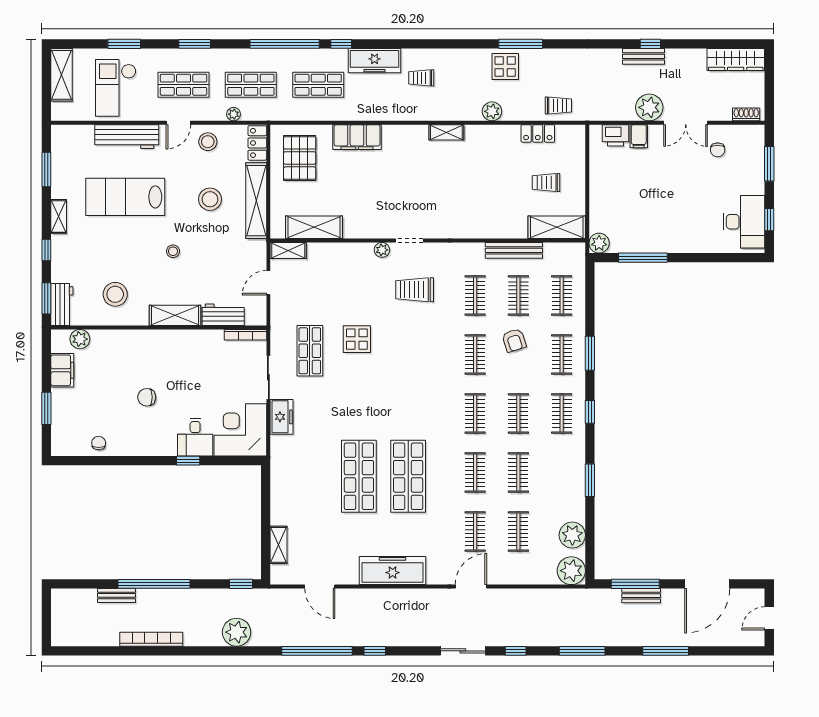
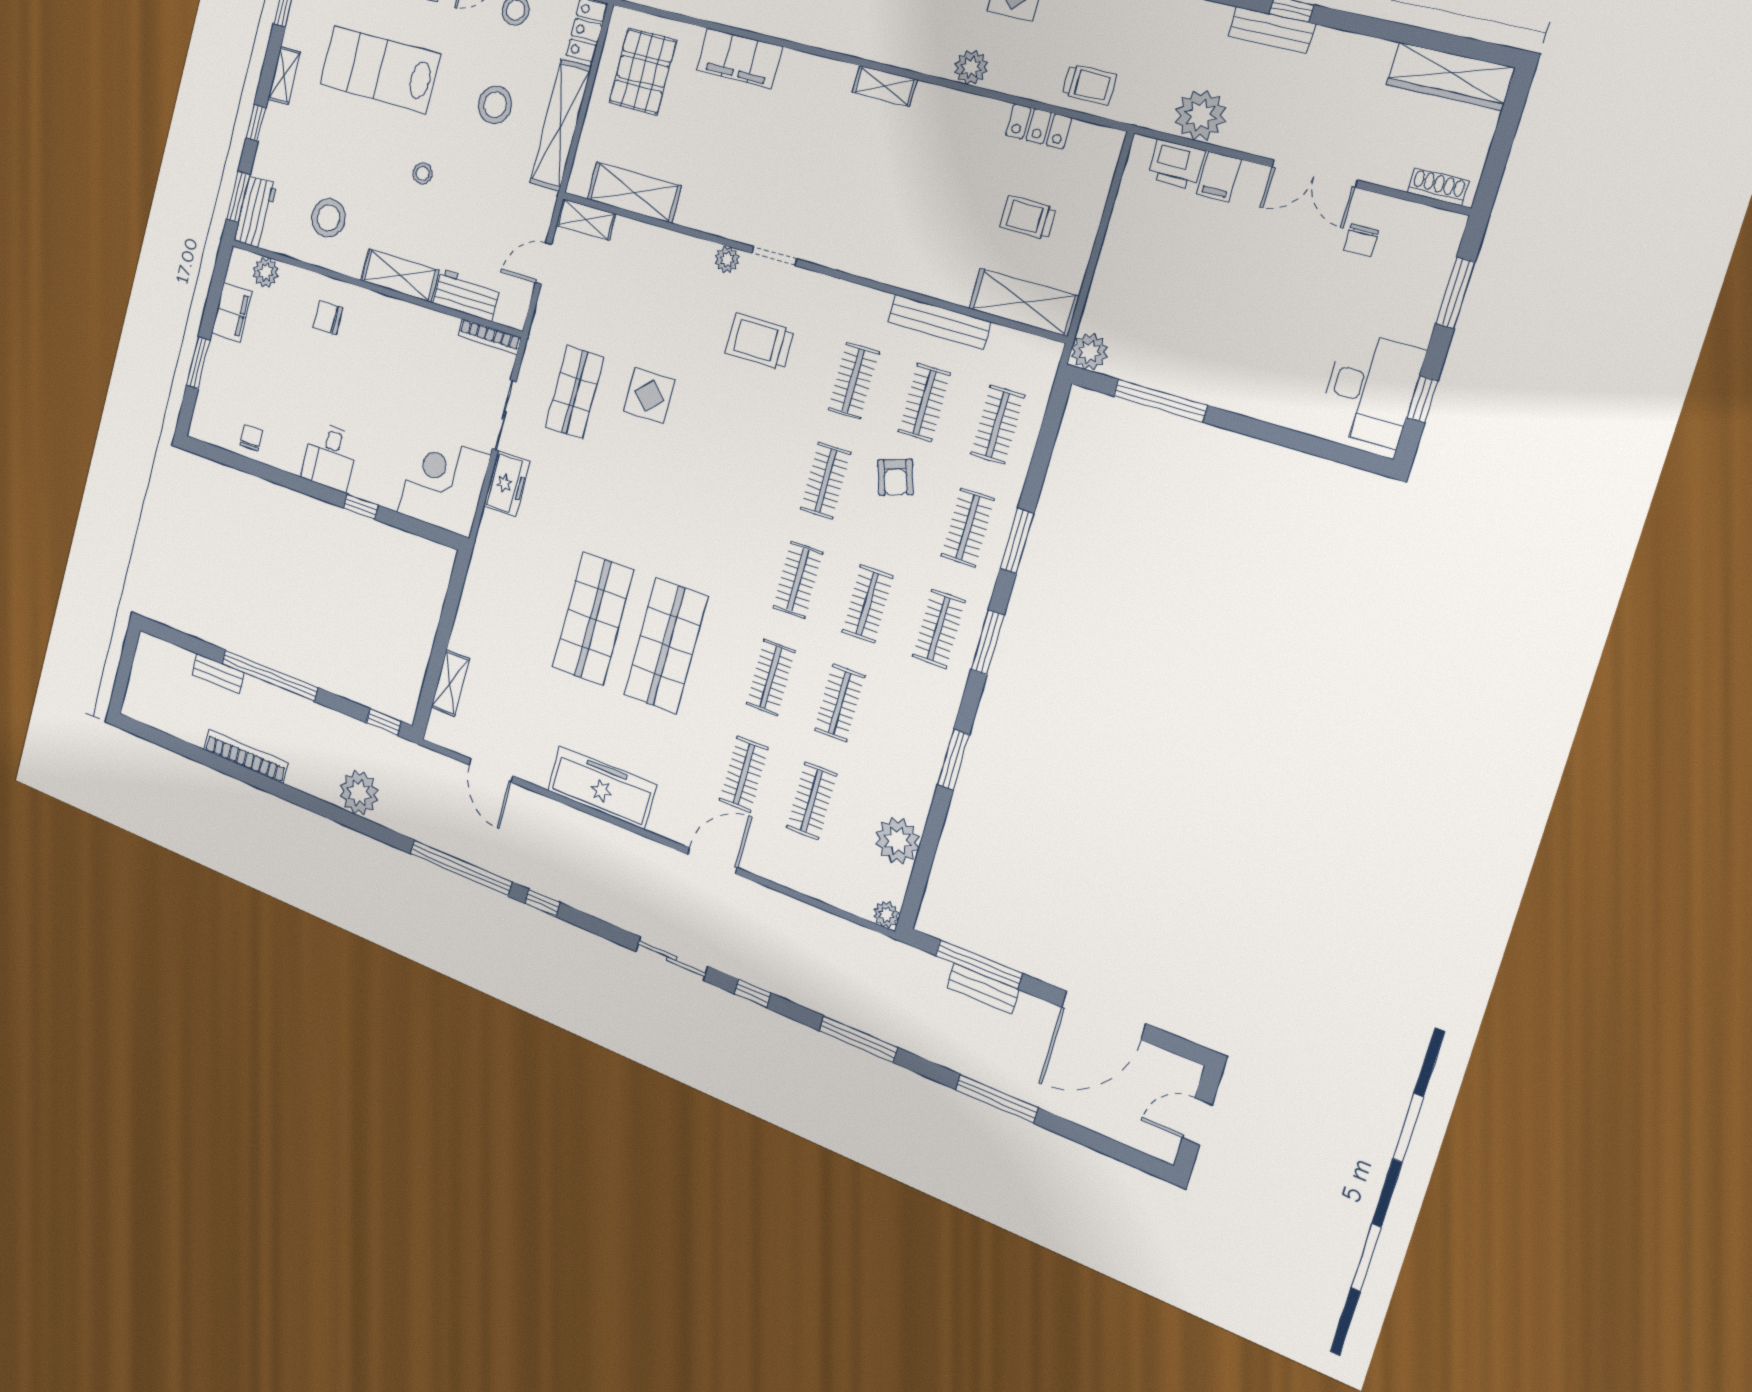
plant: (649, 107) -> (1200, 115), moved
chair: (147, 397) -> (328, 318), moved
window: (590, 412) -> (988, 642), width x1.50
desk: (195, 437) -> (330, 456), moved
plant: (571, 571) -> (886, 915), width x0.53, depth x0.53

